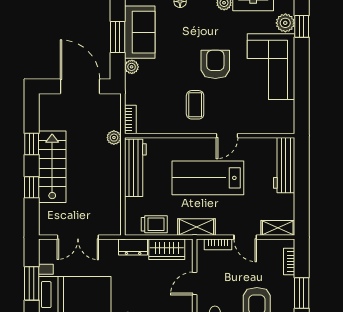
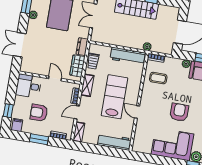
armchair: (215, 64) -> (179, 112), turned -90
coffee table: (195, 105) -> (158, 78), moved

